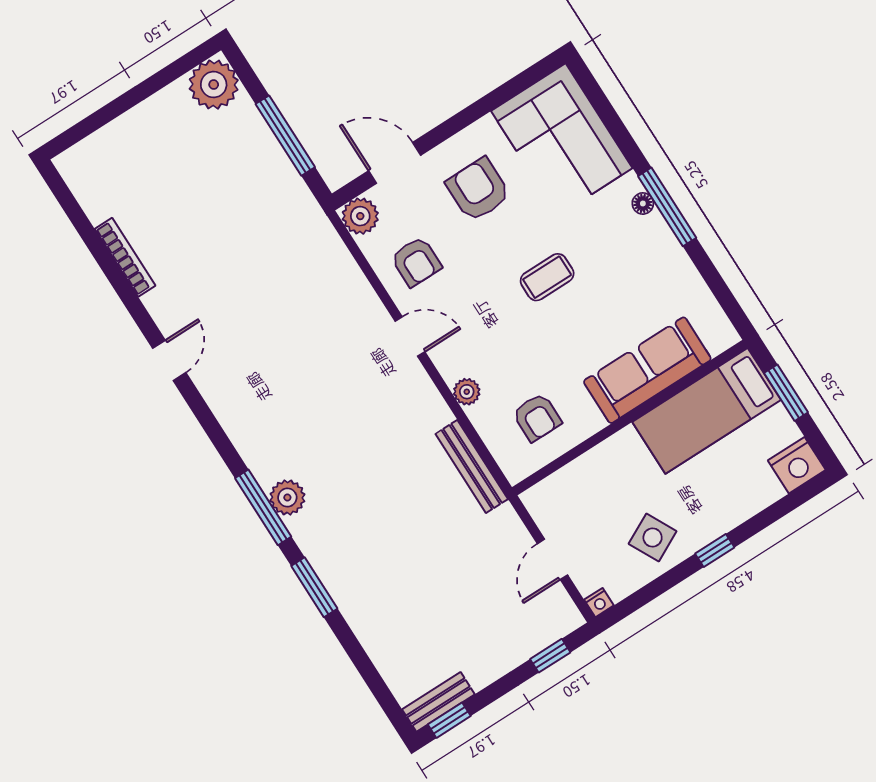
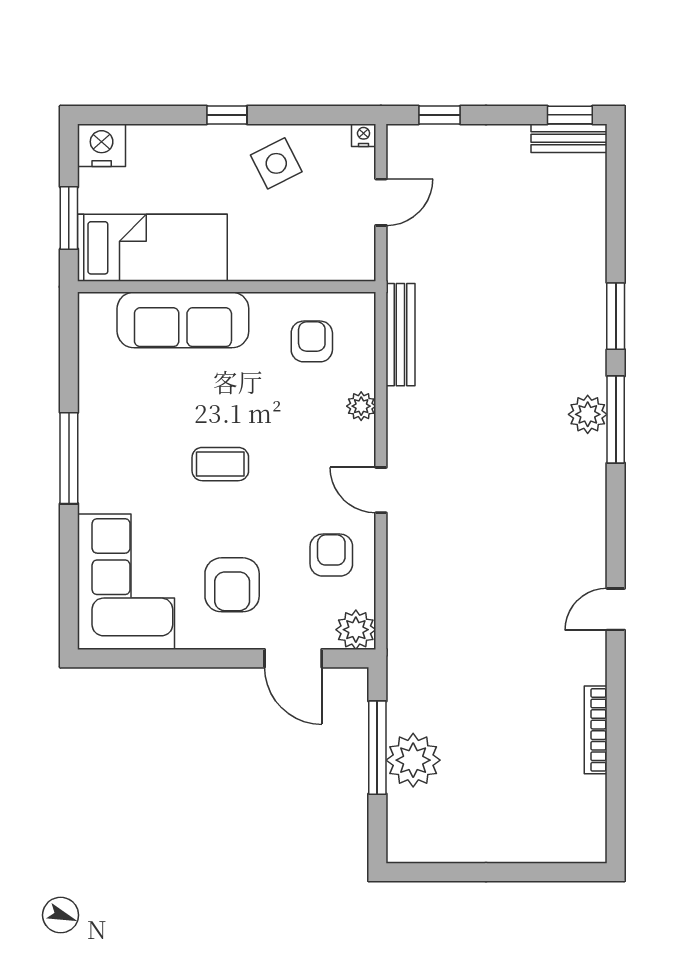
plant: (214, 85) -> (413, 760), moved
floor lamp: (643, 203) -> (89, 475), removed

